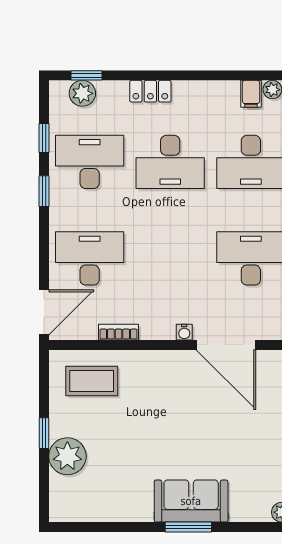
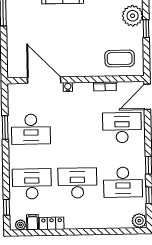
window: (87, 75) -> (126, 231), removed
locker: (150, 91) -> (52, 223), moved
plant: (82, 93) -> (139, 221), moved
desk: (90, 258) -> (122, 128), turned 180

